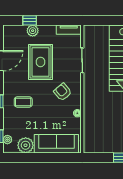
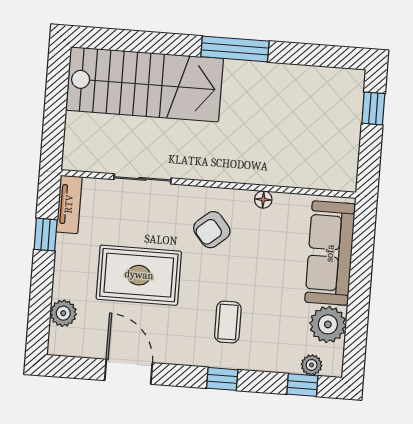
window: (30, 20) -> (46, 235), moved
plant: (33, 31) -> (63, 313), moved

